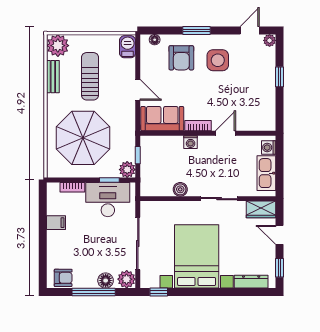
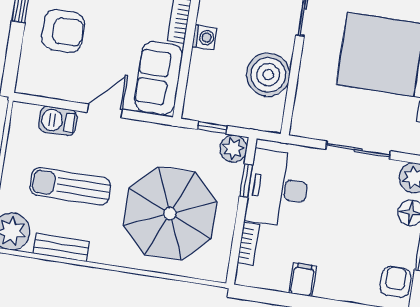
floor lamp: (155, 40) -> (26, 70), removed
barbecue: (128, 47) -> (58, 121), moved
boiler: (180, 189) -> (268, 75), width x1.86, depth x1.86
sliding door: (138, 244) -> (358, 150), width x0.73

